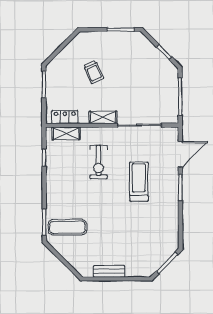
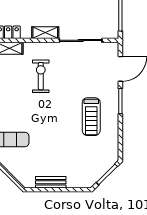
exercise bike: (98, 162) -> (41, 76), turned 180
treadmill: (139, 182) -> (91, 117), moved, turned 180

